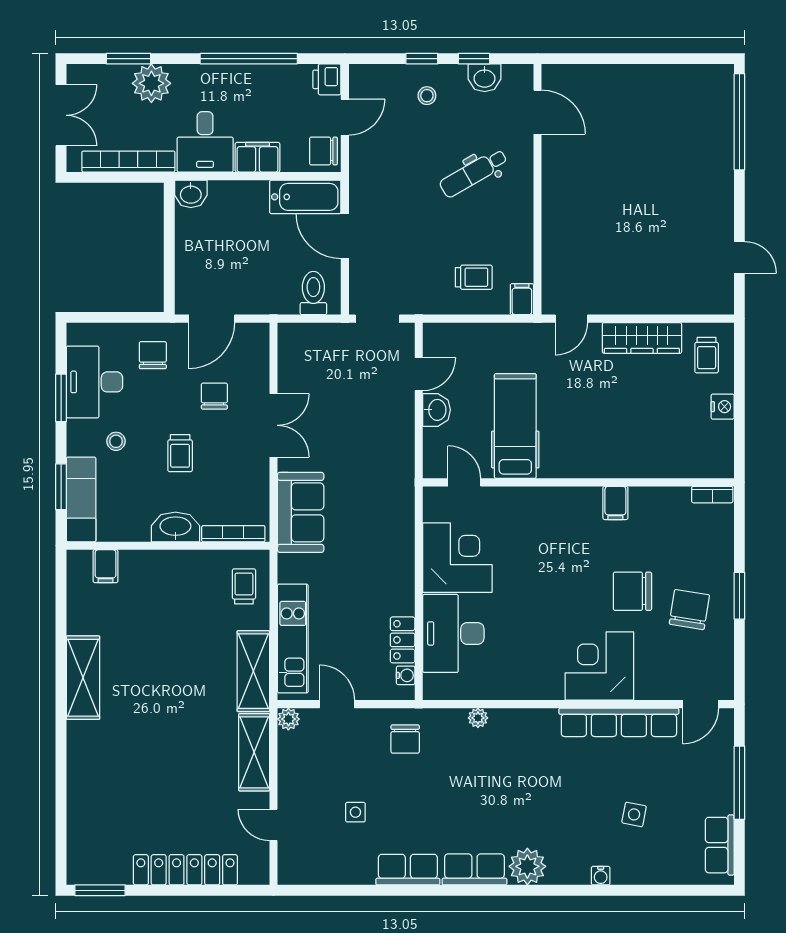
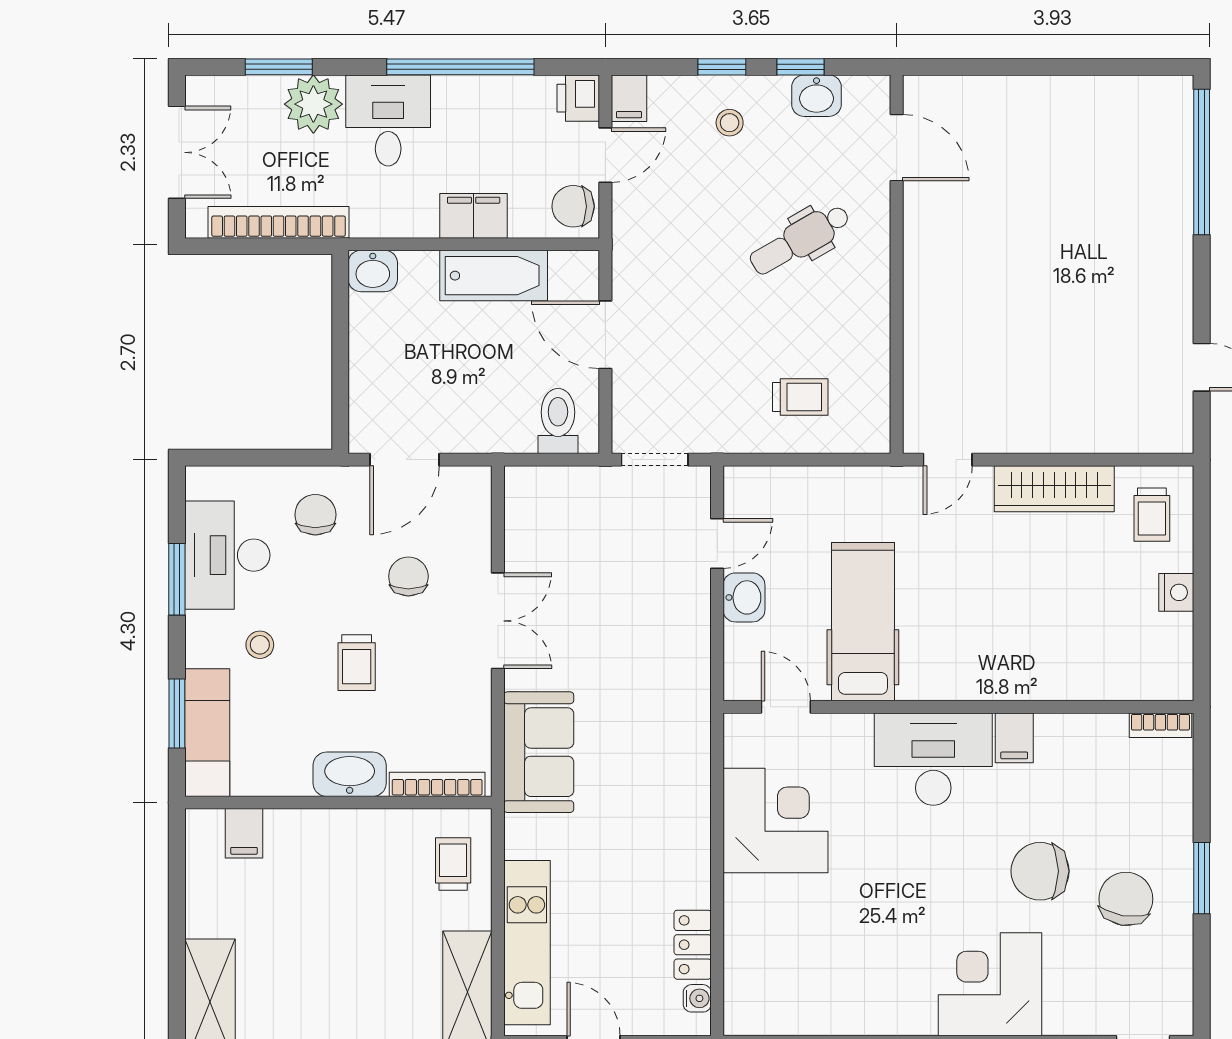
desk: (205, 142) -> (388, 120), moved, turned 180
bathtub: (305, 197) -> (494, 276), moved
filing cabinet: (522, 299) -> (629, 98), moved, turned 180
desk: (453, 633) -> (933, 759), moved, turned 90

